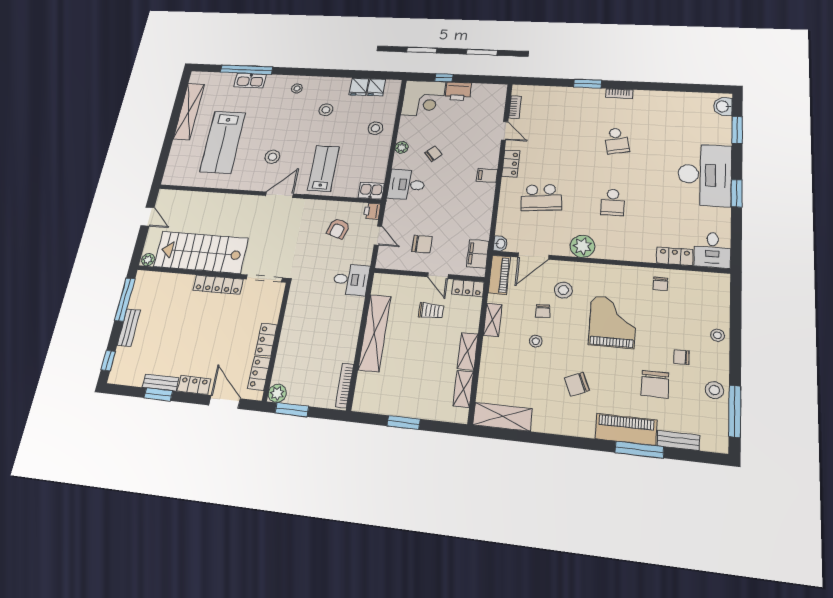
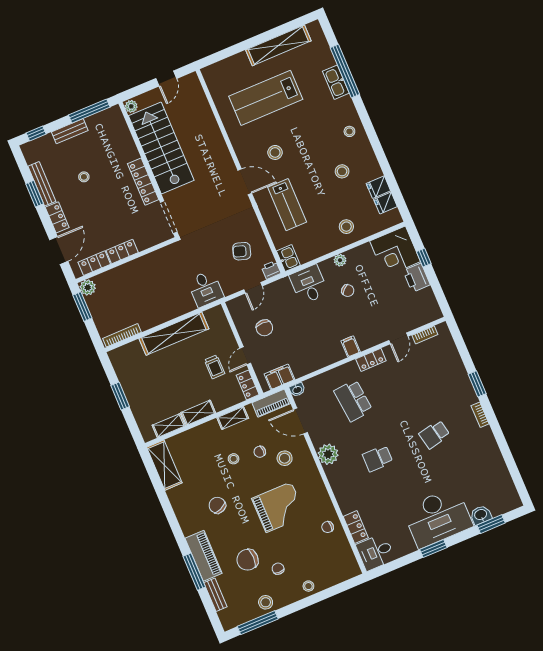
washbasin: (723, 106) -> (481, 515), moved
lab bench: (323, 168) -> (287, 205), turned 90
stool: (176, 338) -> (84, 177), added
bench: (161, 382) -> (42, 184), width x1.36

